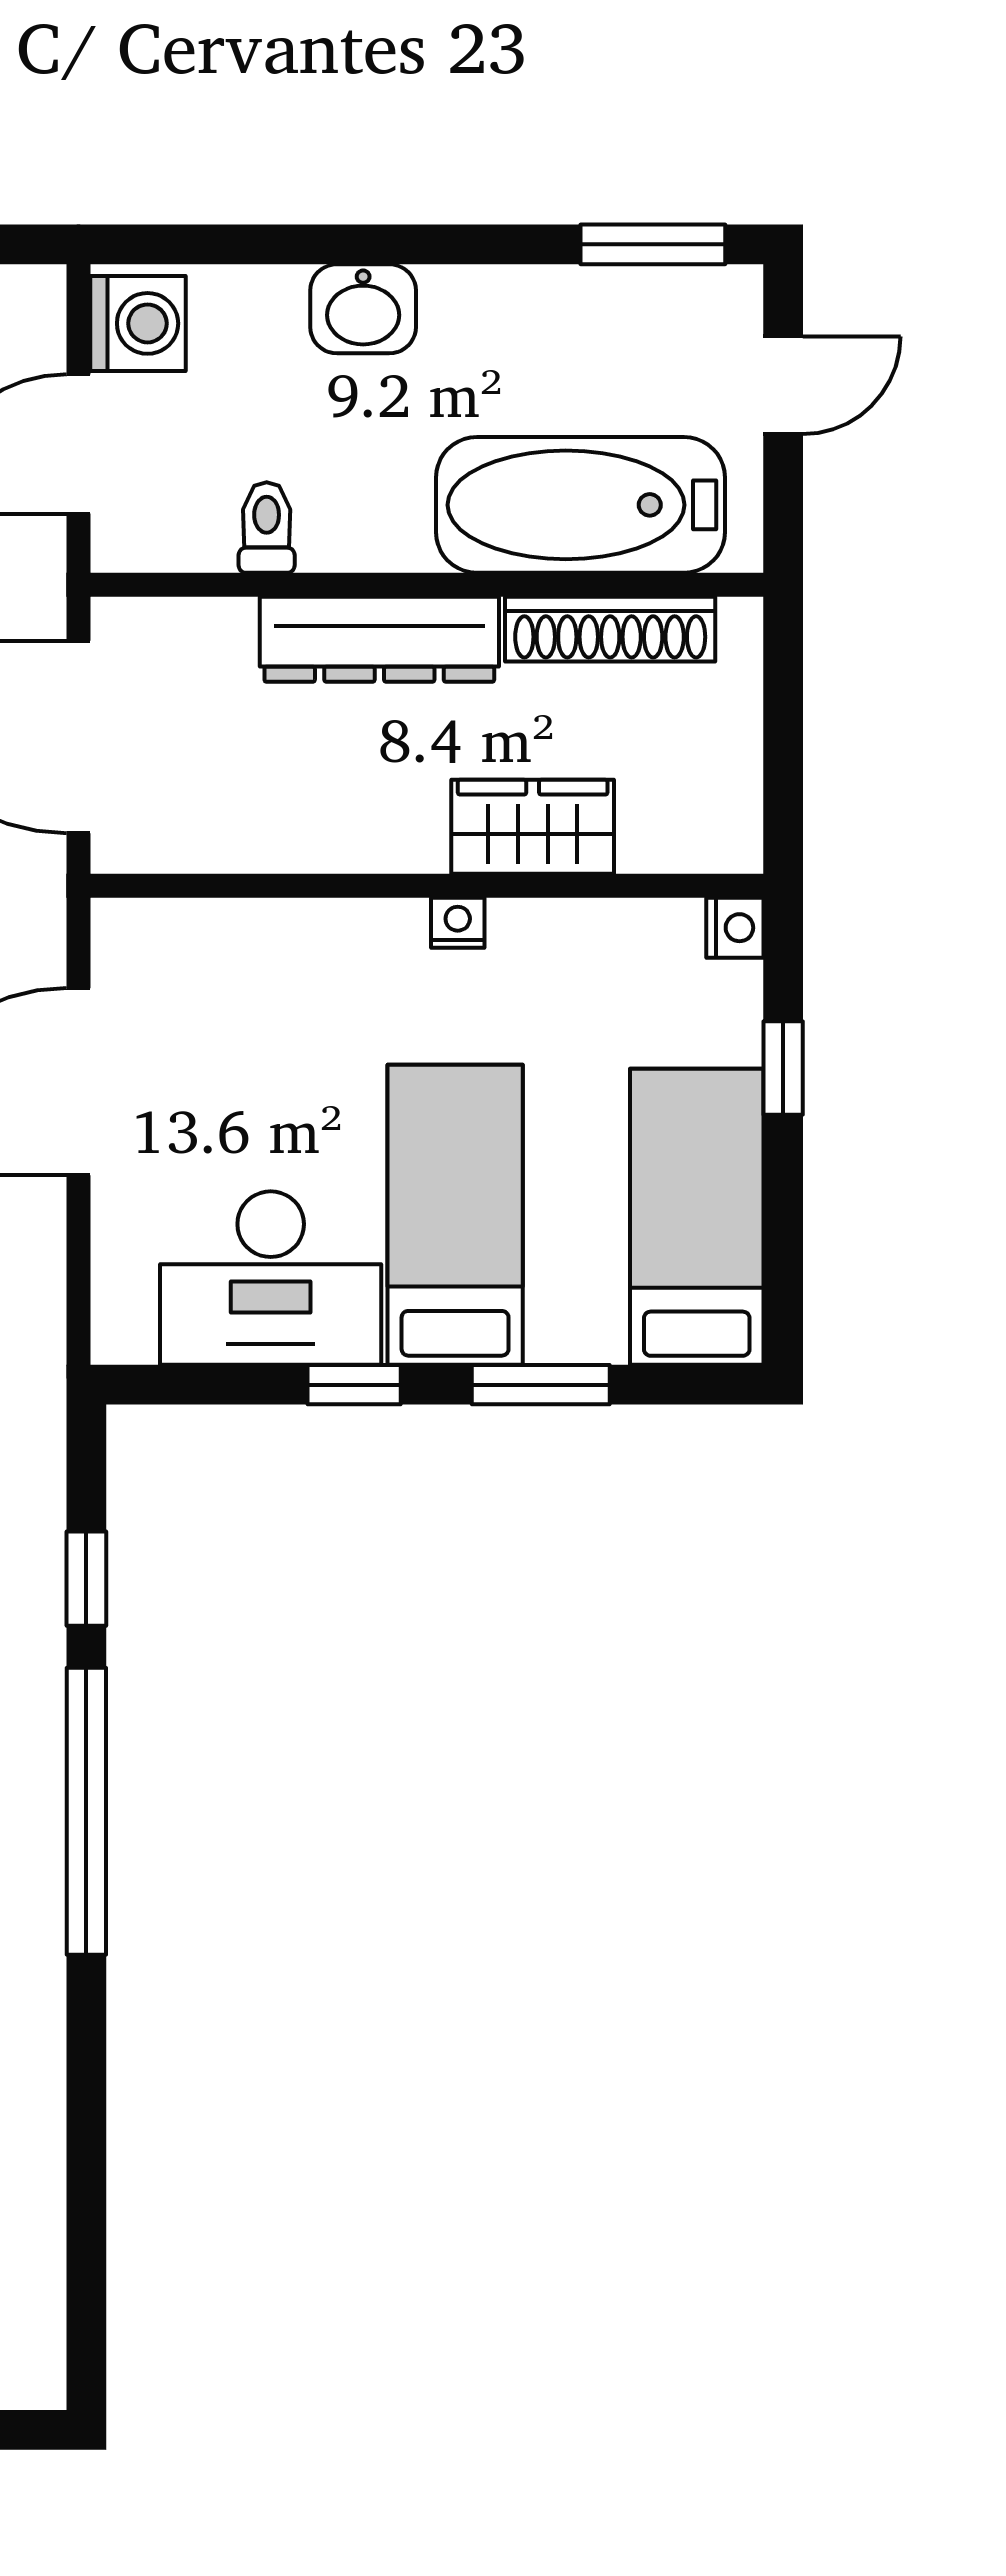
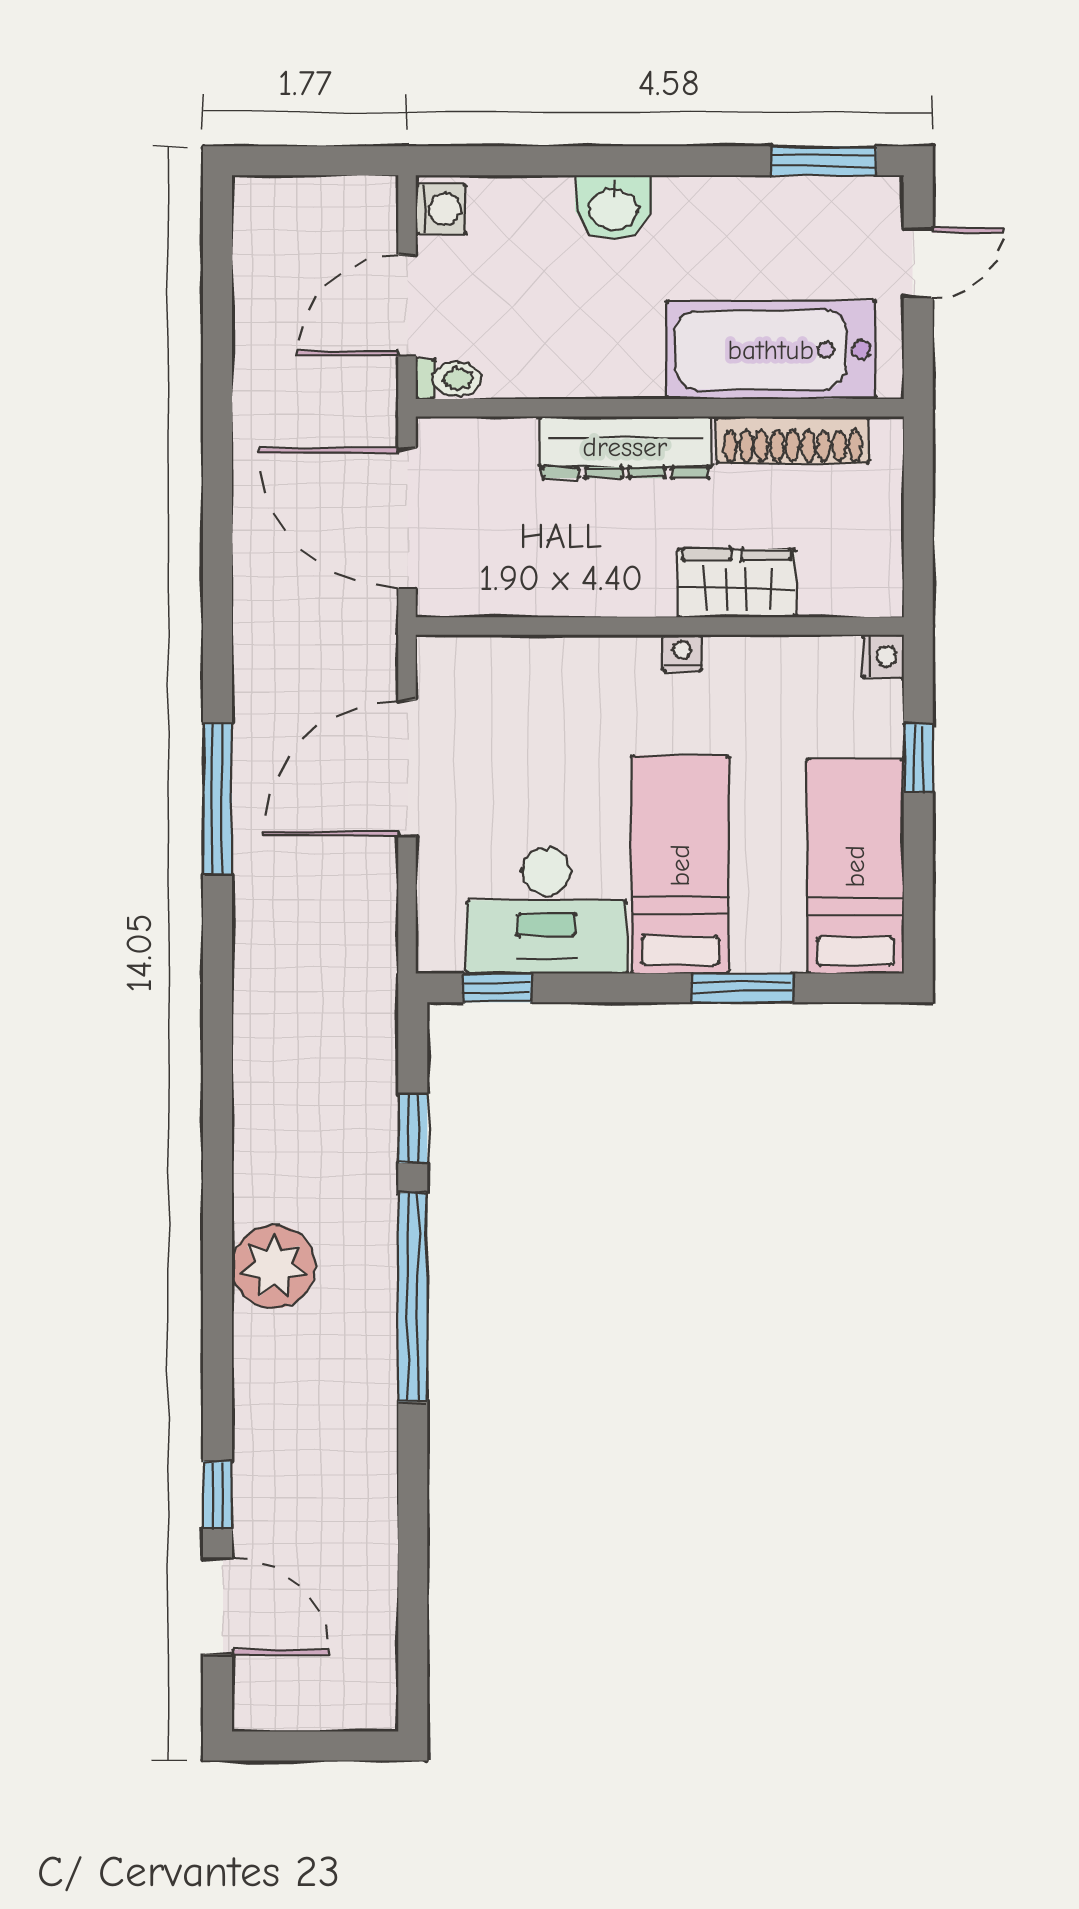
washing machine: (138, 323) -> (441, 209), width x0.73, depth x0.73
toilet: (267, 527) -> (449, 379), moved, turned 90
window: (354, 1385) -> (497, 988), moved

